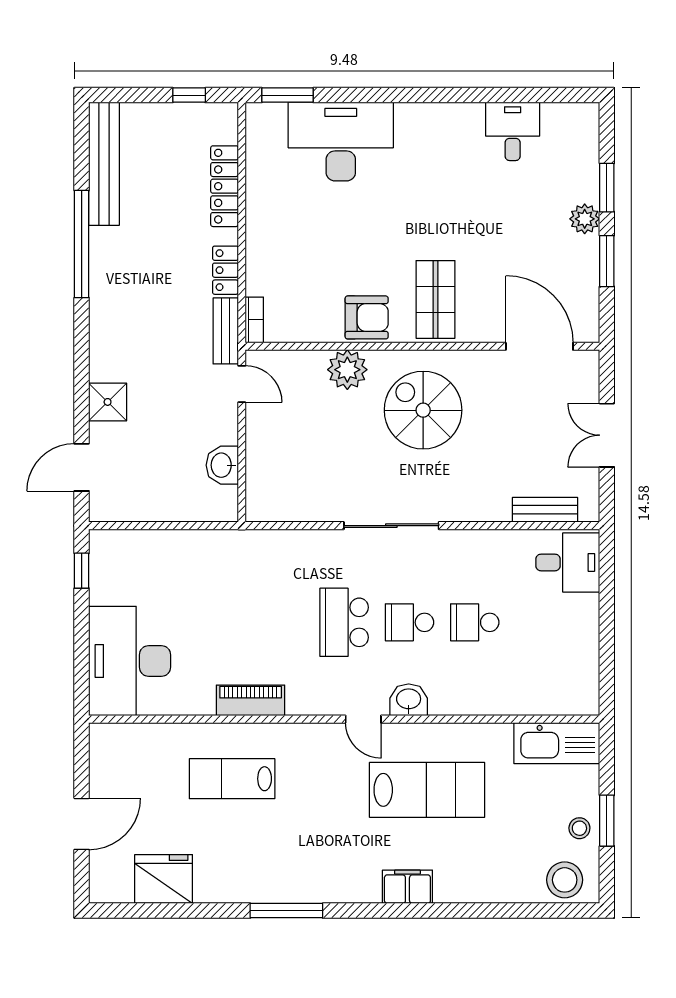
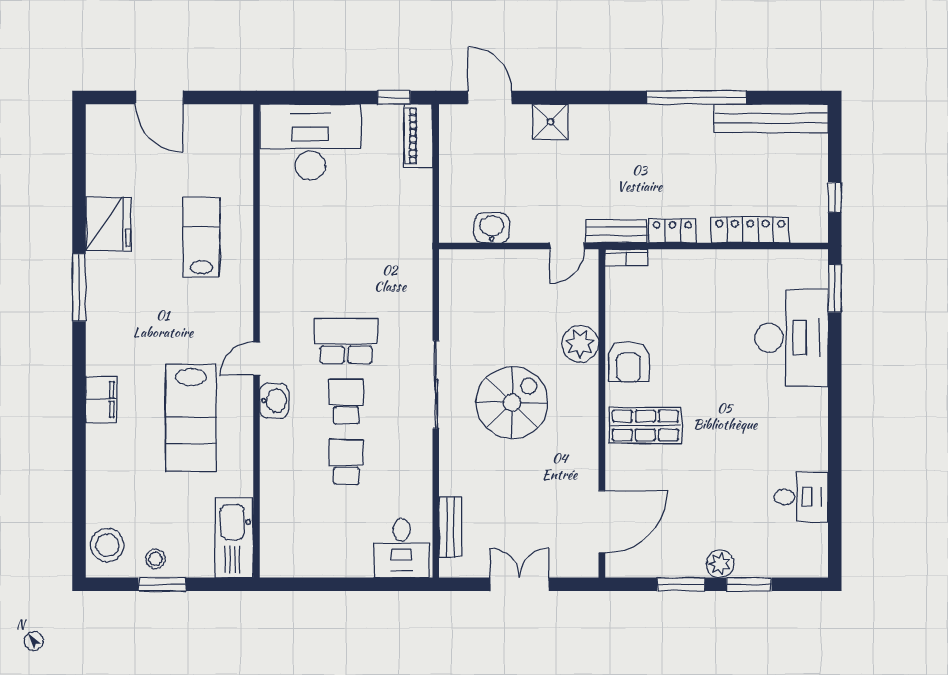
spiral stairs: (423, 410) -> (512, 403), moved
piano: (251, 700) -> (418, 136), moved, turned 180
fridge: (164, 879) -> (108, 224), moved

